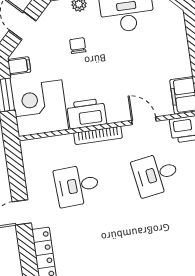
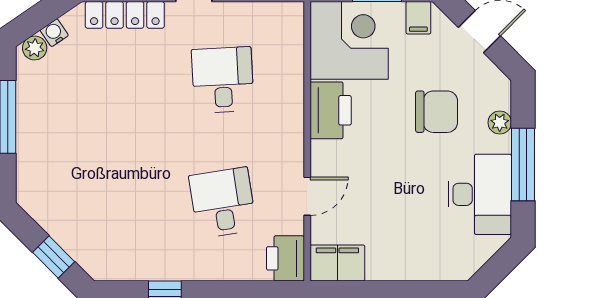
chair: (78, 46) -> (437, 112), width x1.87, depth x1.87
bookcase: (98, 135) -> (295, 123), removed

